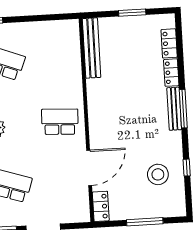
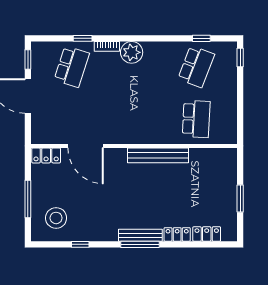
bench: (92, 48) -> (158, 155), moved
school desk: (60, 122) -> (196, 119), moved
stool: (158, 174) -> (56, 218), moved

